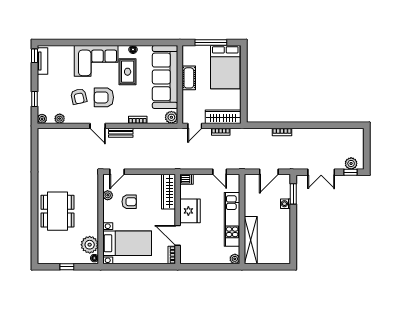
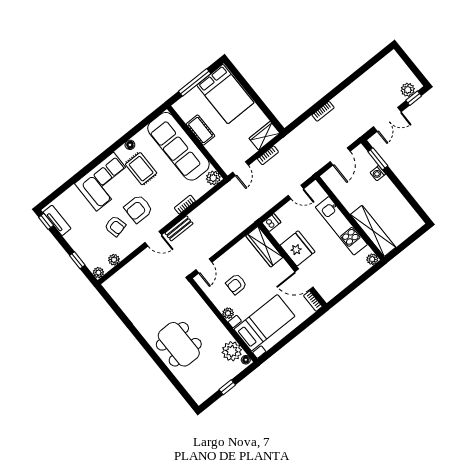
wardrobe: (223, 117) -> (264, 136), width x0.67
plant: (108, 195) -> (228, 313), moved
armchair: (129, 202) -> (236, 284), turned 180

